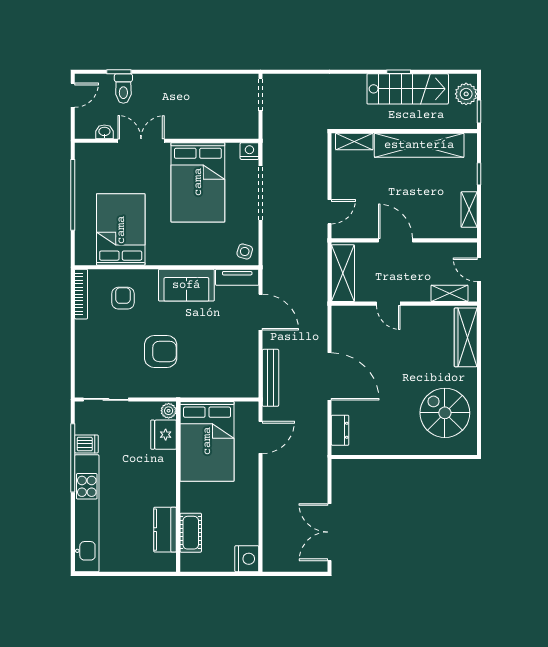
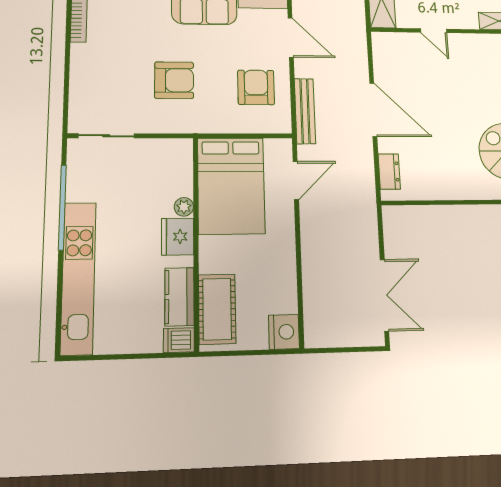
armchair: (123, 298) -> (256, 87), moved, width x1.38, depth x1.38
plant: (169, 411) -> (184, 207), moved
fridge: (164, 435) -> (178, 237), moved
dishwasher: (86, 444) -> (179, 340), moved, turned 180
double door: (330, 532) -> (384, 295), swing flipped
cot: (191, 533) -> (217, 309), width x1.37, depth x1.34

